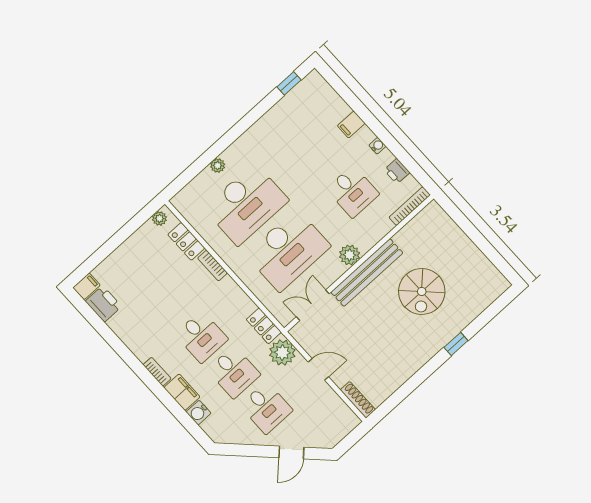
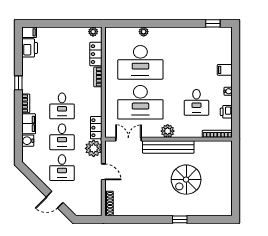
window: (127, 356) -> (18, 83), added

